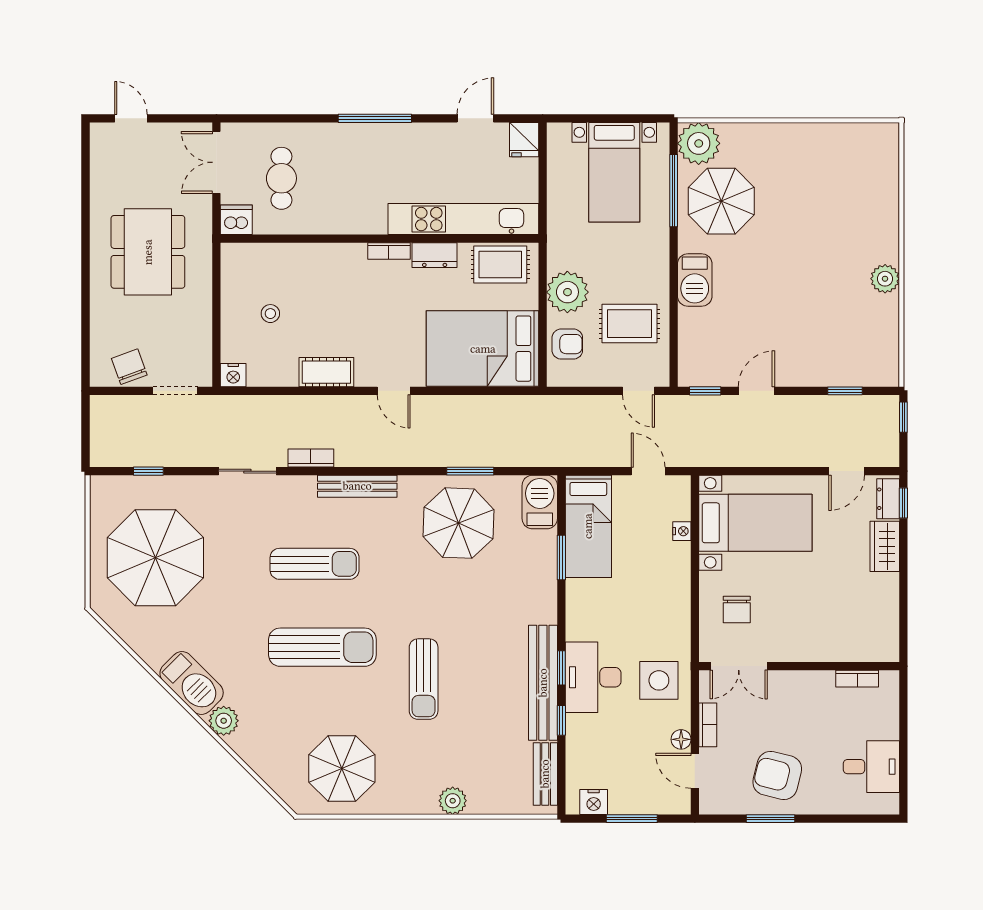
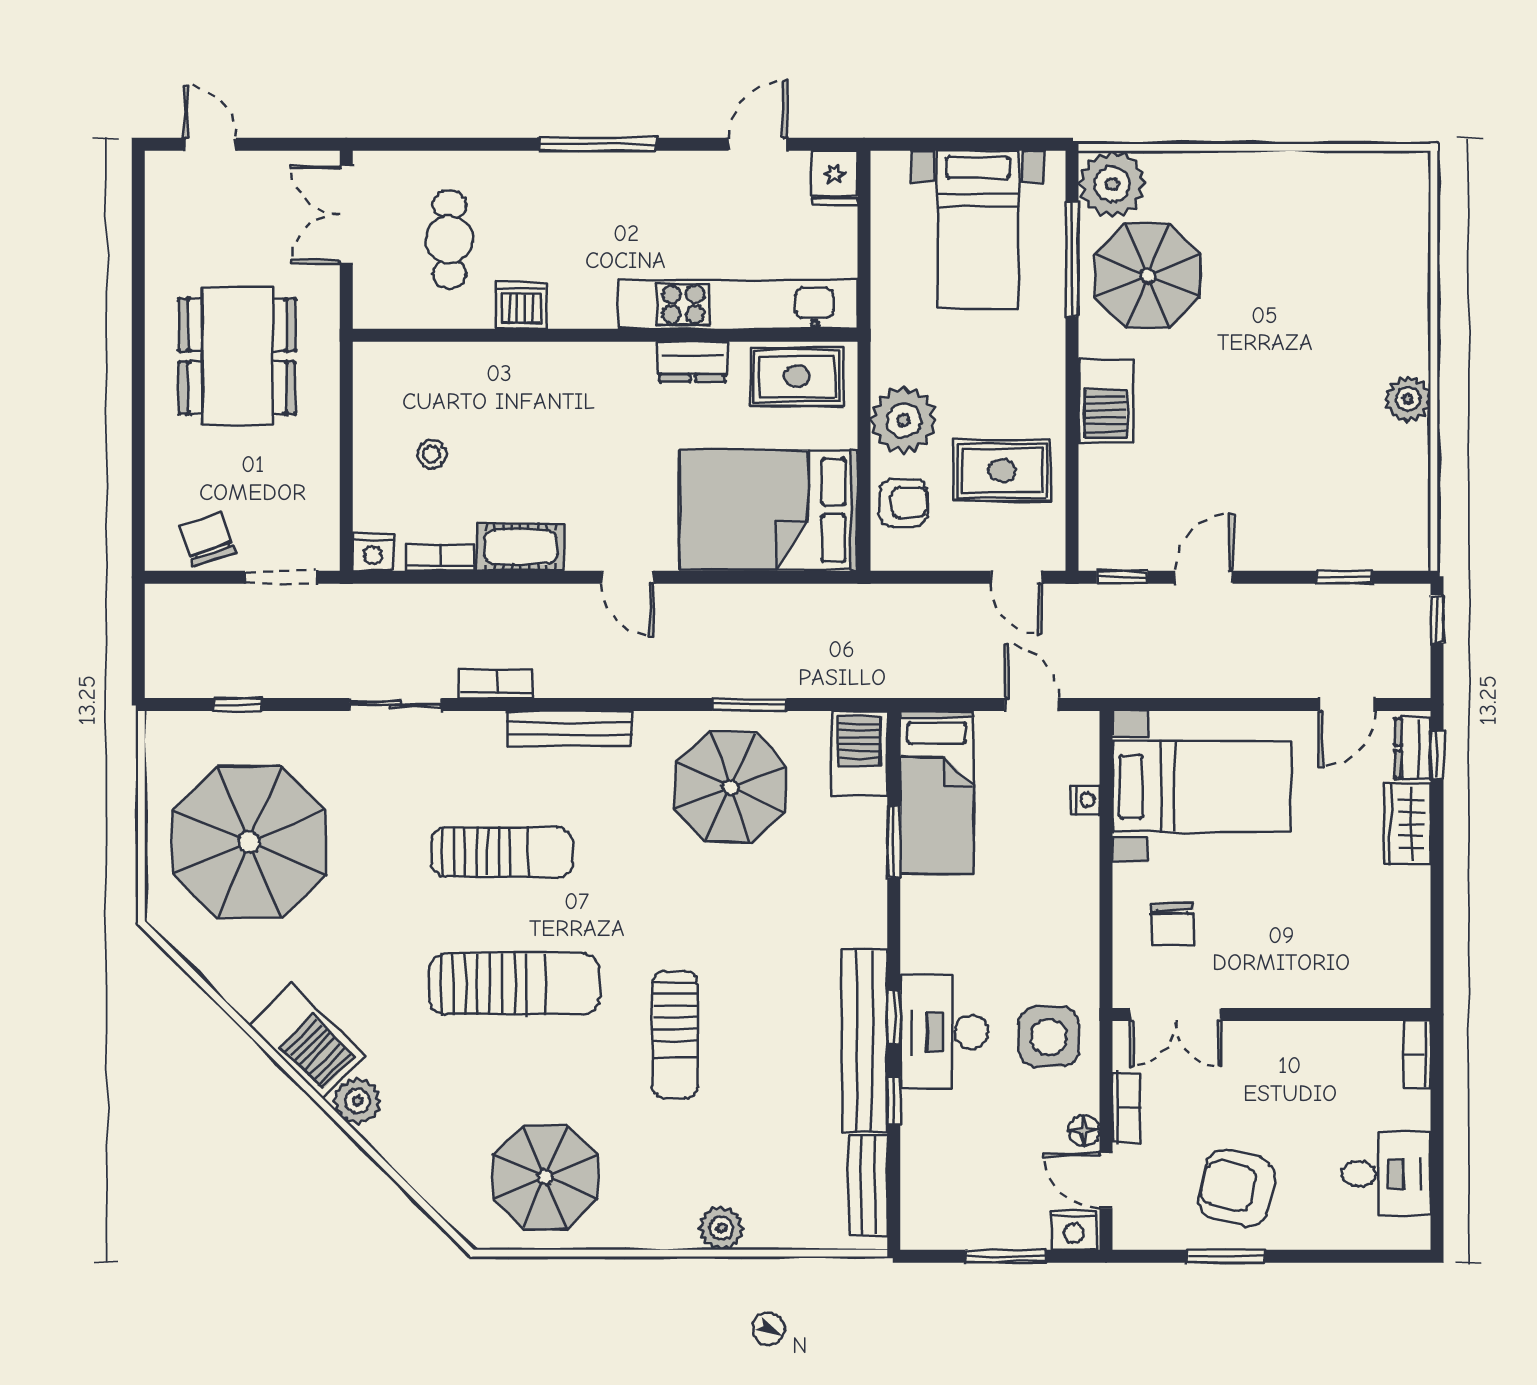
dishwasher: (236, 220) -> (521, 305), moved
bookcase: (389, 251) -> (441, 557), moved, turned 180
bookcase: (857, 679) -> (1417, 1054), moved, turned 90
nightstand: (594, 802) -> (1074, 1230), moved

